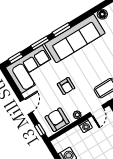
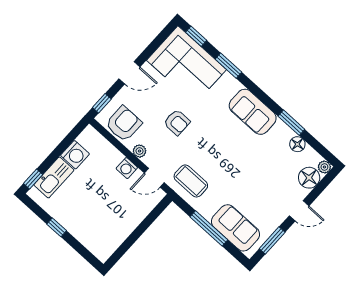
window: (62, 30) -> (291, 123), moved
sofa: (75, 38) -> (253, 112), width x0.54, depth x0.79
armchair: (66, 86) -> (177, 122), turned -90

